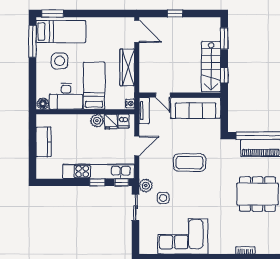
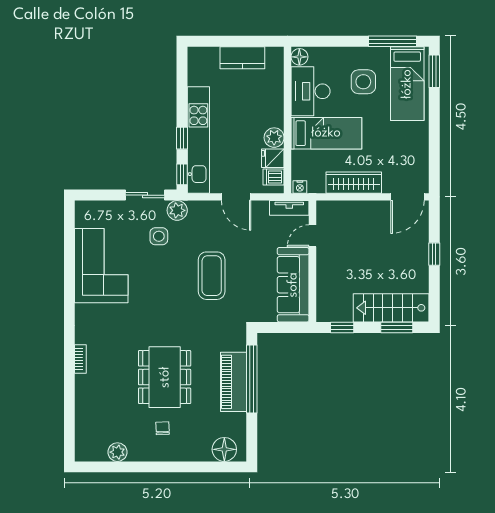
stairs: (211, 67) -> (391, 308), moved

